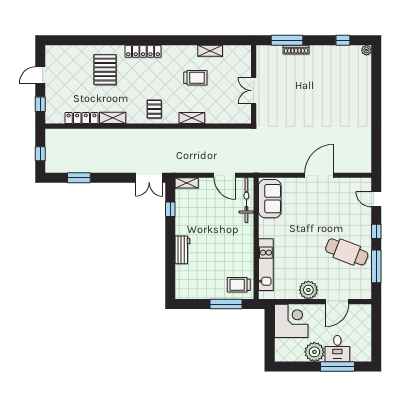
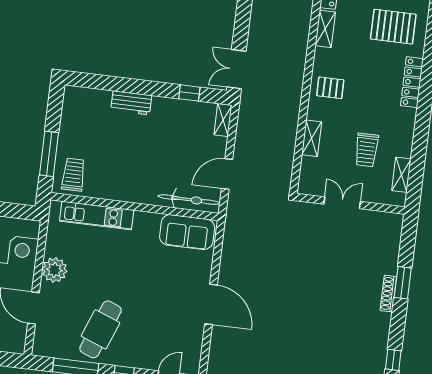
window: (287, 40) -> (403, 283), width x0.69
wall: (254, 84) -> (351, 204), moved
double door: (254, 91) -> (342, 203), moved

